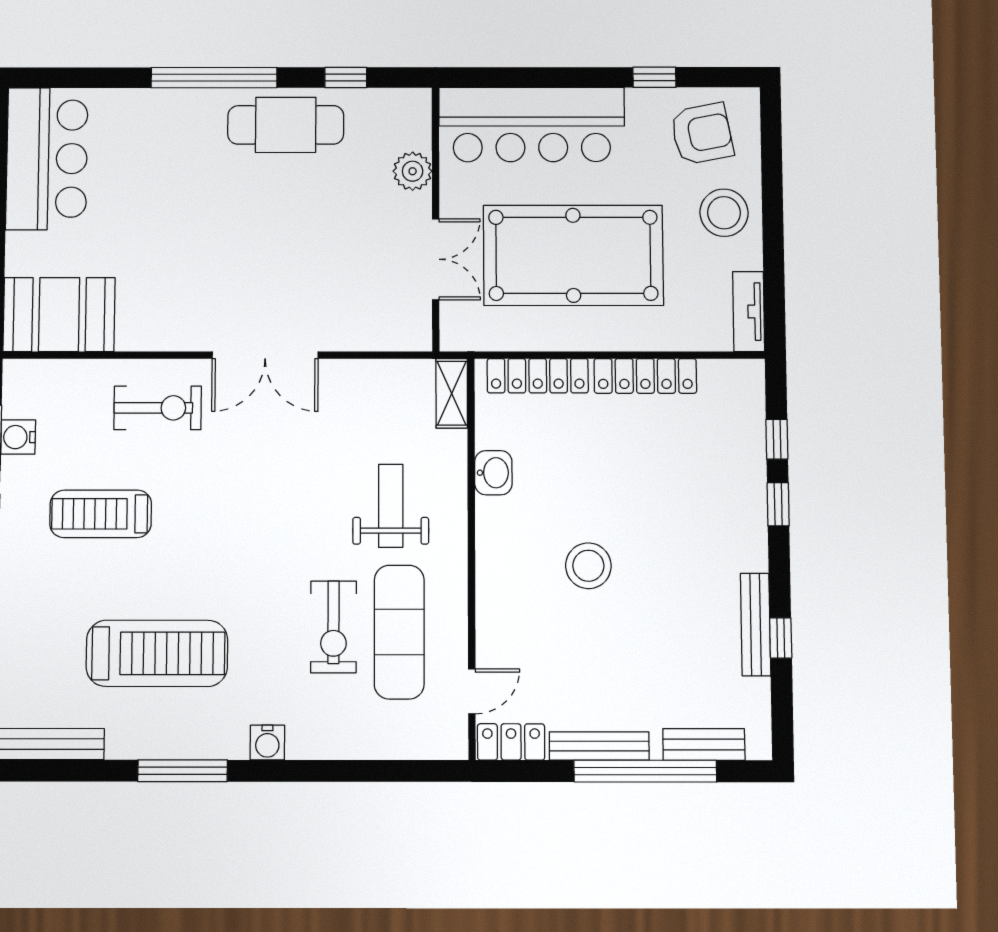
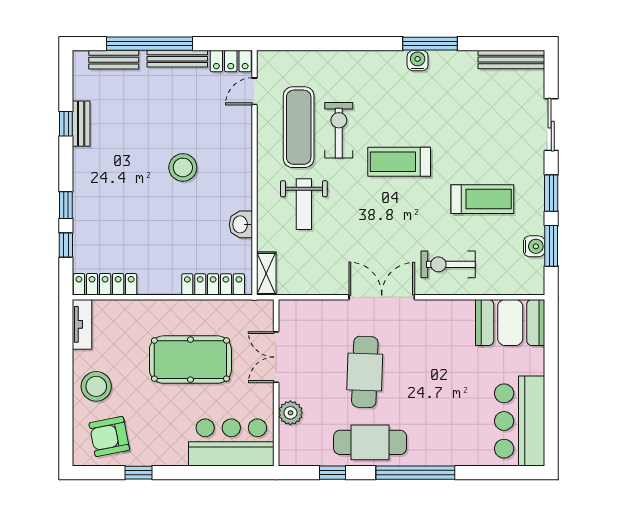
bar counter: (532, 125) -> (231, 442), width x0.73
cafe table: (293, 236) -> (365, 372), added
pool table: (573, 255) -> (190, 360), width x0.73, depth x0.76
locker: (645, 376) -> (105, 284), moved
bench: (756, 624) -> (81, 124), width x0.73
treadmill: (157, 653) -> (399, 162), moved, width x0.73, depth x0.73
water cooler: (267, 743) -> (418, 61), moved

